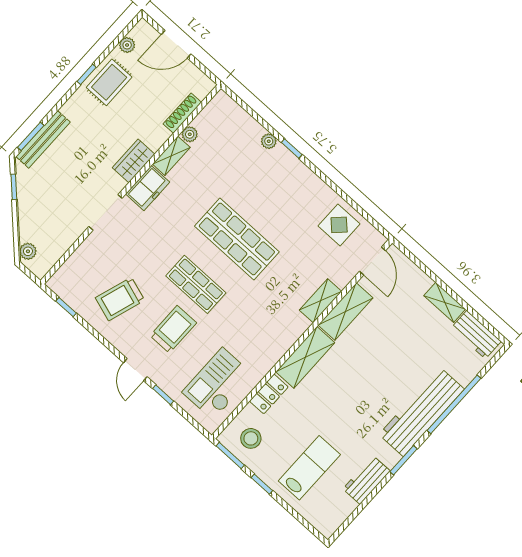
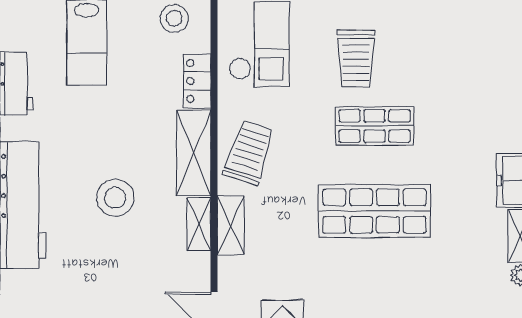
trolley: (120, 299) -> (249, 153), moved
shelving: (346, 312) -> (199, 224), width x0.67, depth x0.75
stool: (369, 371) -> (115, 198), added

